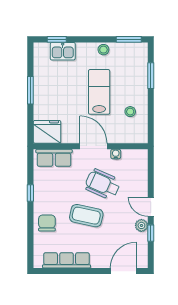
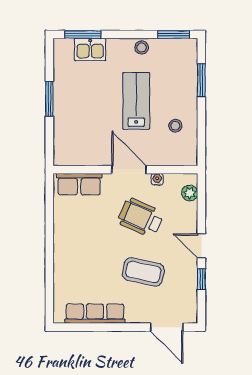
window: (57, 39) -> (83, 34), width x1.50
fridge: (47, 132) -> (70, 151), removed
window: (30, 193) -> (49, 229), removed
coffee table: (86, 216) -> (143, 272), moved
chair: (47, 223) -> (70, 266), removed
plant: (141, 225) -> (190, 193), moved
door: (123, 271) -> (167, 327), swing flipped

